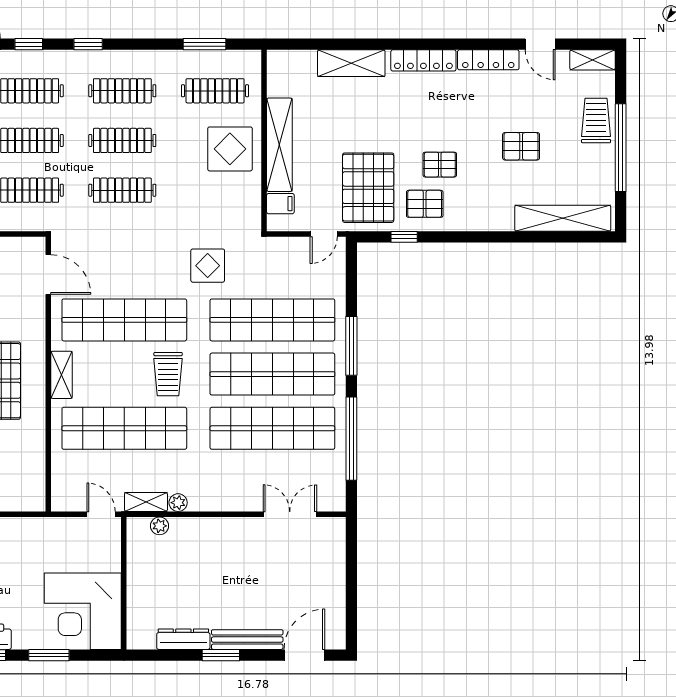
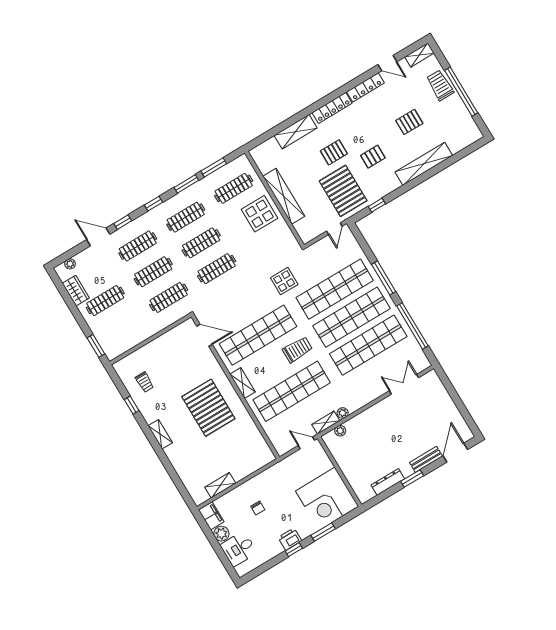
window: (152, 44) -> (186, 184), added
filing cabinet: (280, 204) -> (303, 226), removed
pallet: (425, 204) -> (334, 152), moved
shelving: (563, 218) -> (424, 164), moved
trolley: (168, 374) -> (297, 350), turned -90
bench: (247, 640) -> (426, 459), width x0.73

